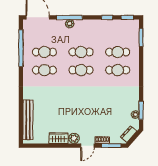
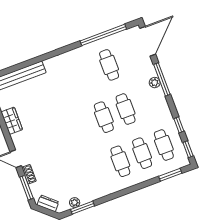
cafe table: (44, 70) -> (164, 145), moved
plant: (74, 138) -> (18, 139), removed

